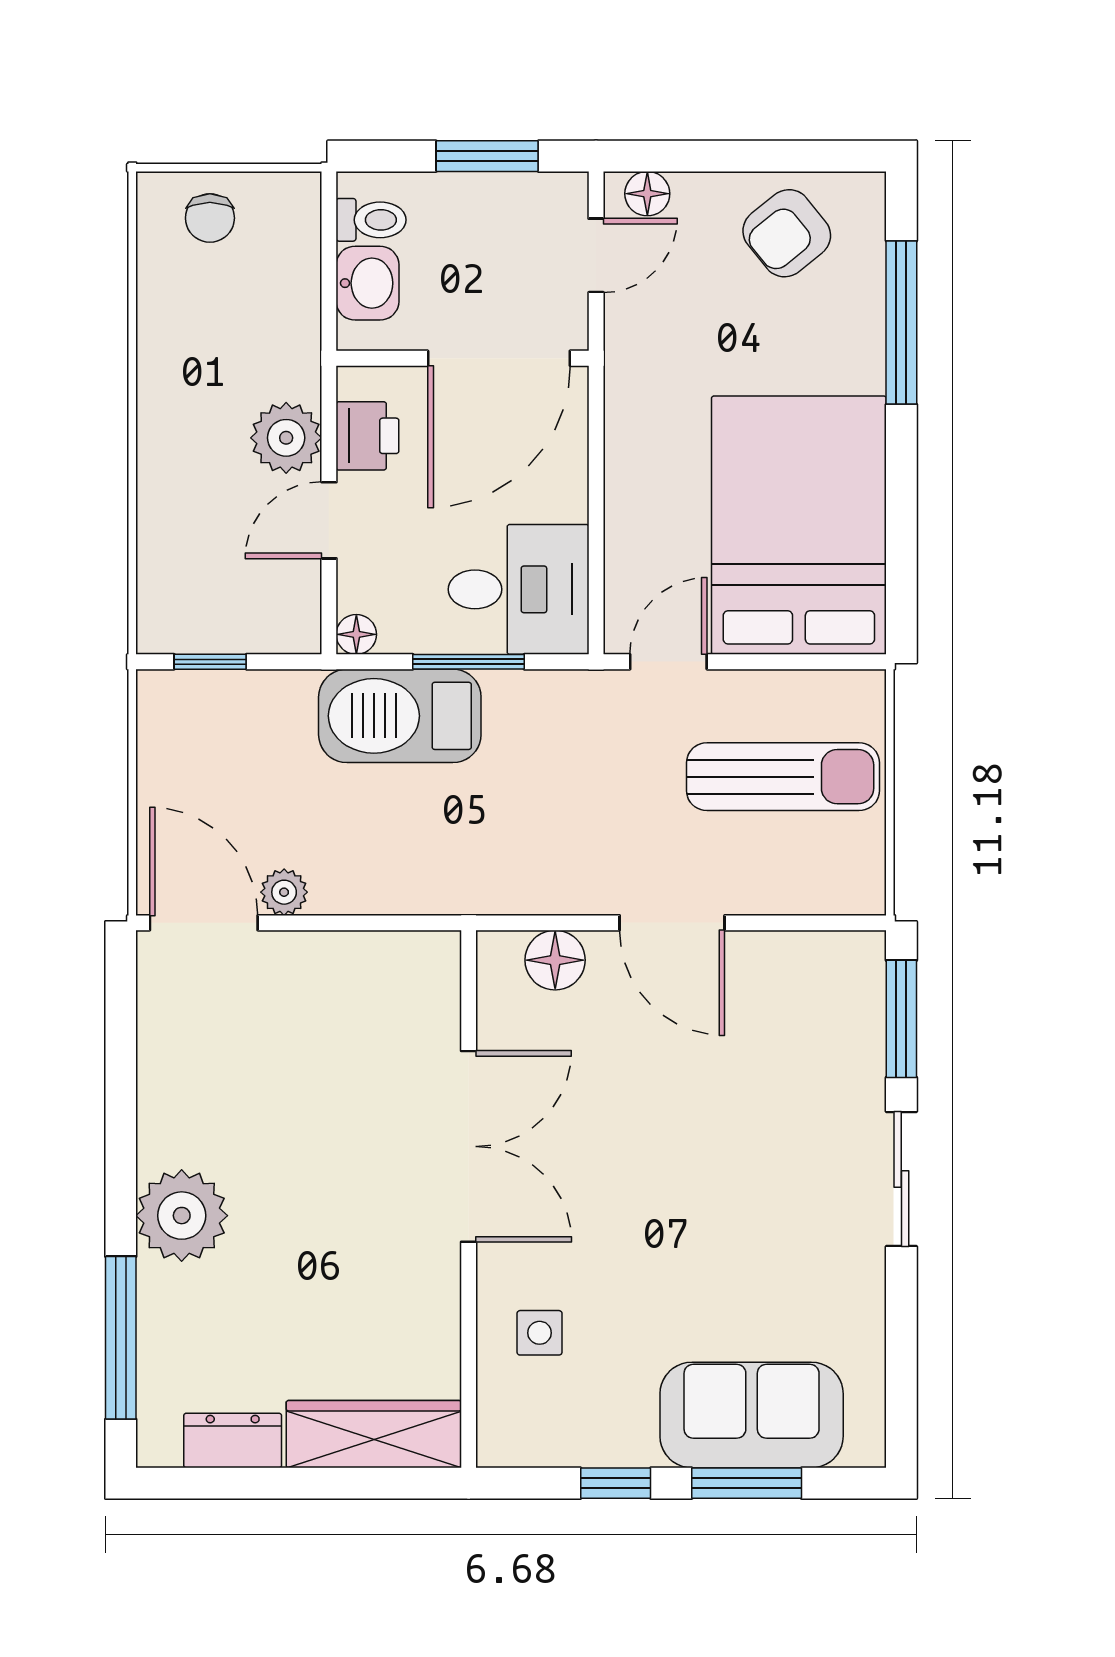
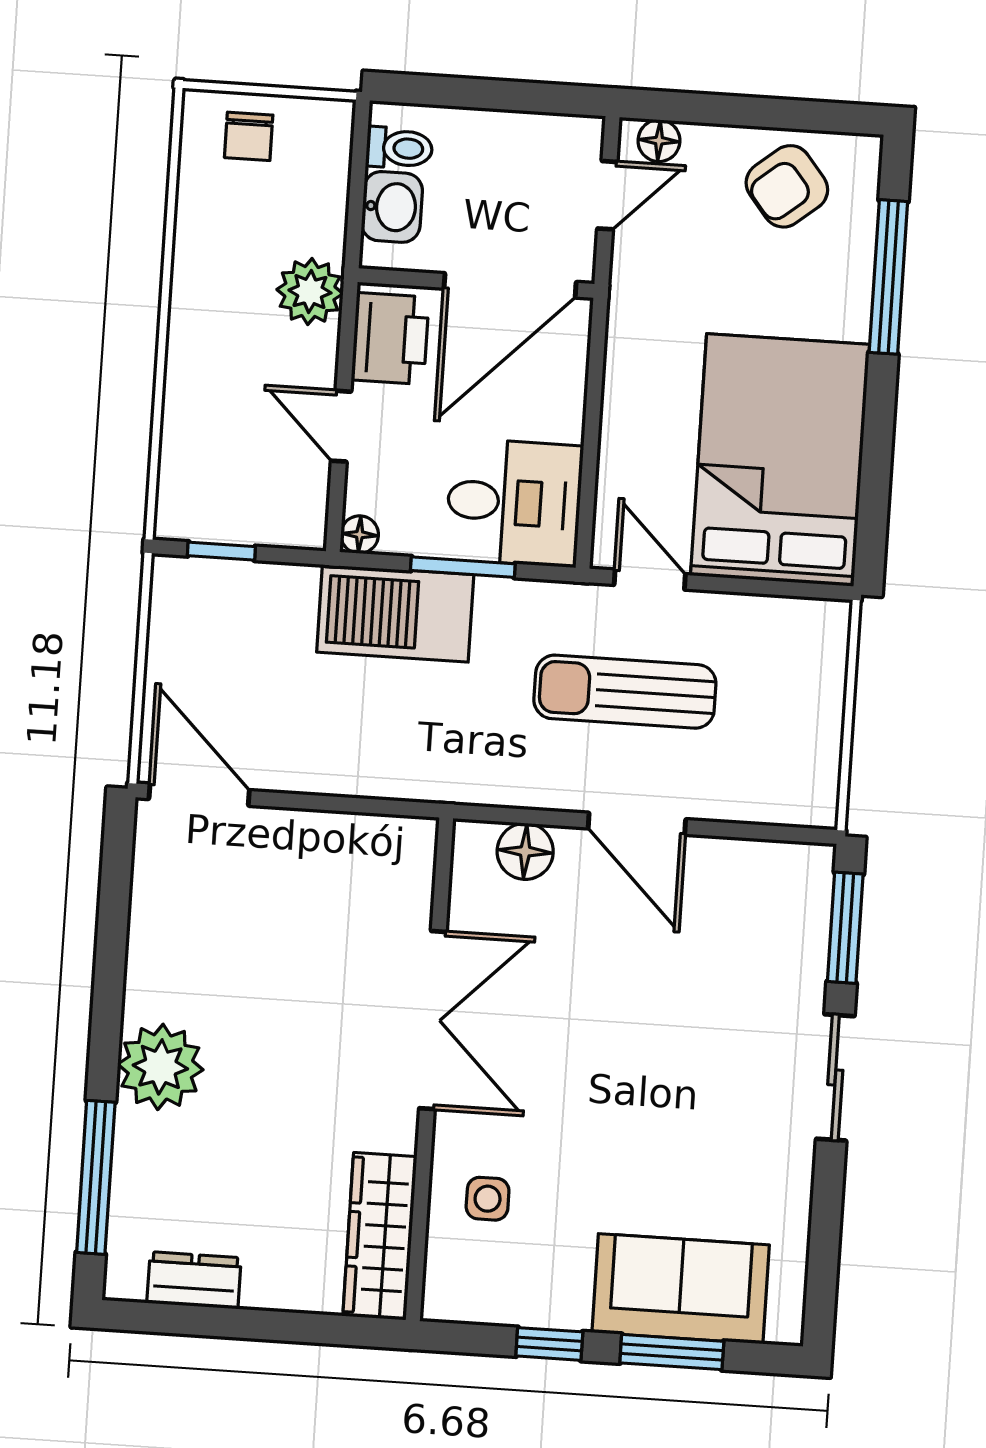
window: (487, 156) -> (512, 96), removed
printer: (367, 436) -> (390, 338), width x1.36, depth x1.24
plant: (286, 438) -> (310, 291), moved
door: (329, 520) -> (341, 426), hinge flipped
door: (668, 662) -> (650, 580), hinge flipped
sun lounger: (783, 777) -> (625, 692), moved, turned 180
plant: (284, 892) -> (276, 771), removed
wardrobe: (374, 1434) -> (380, 1236), moved, turned -90

